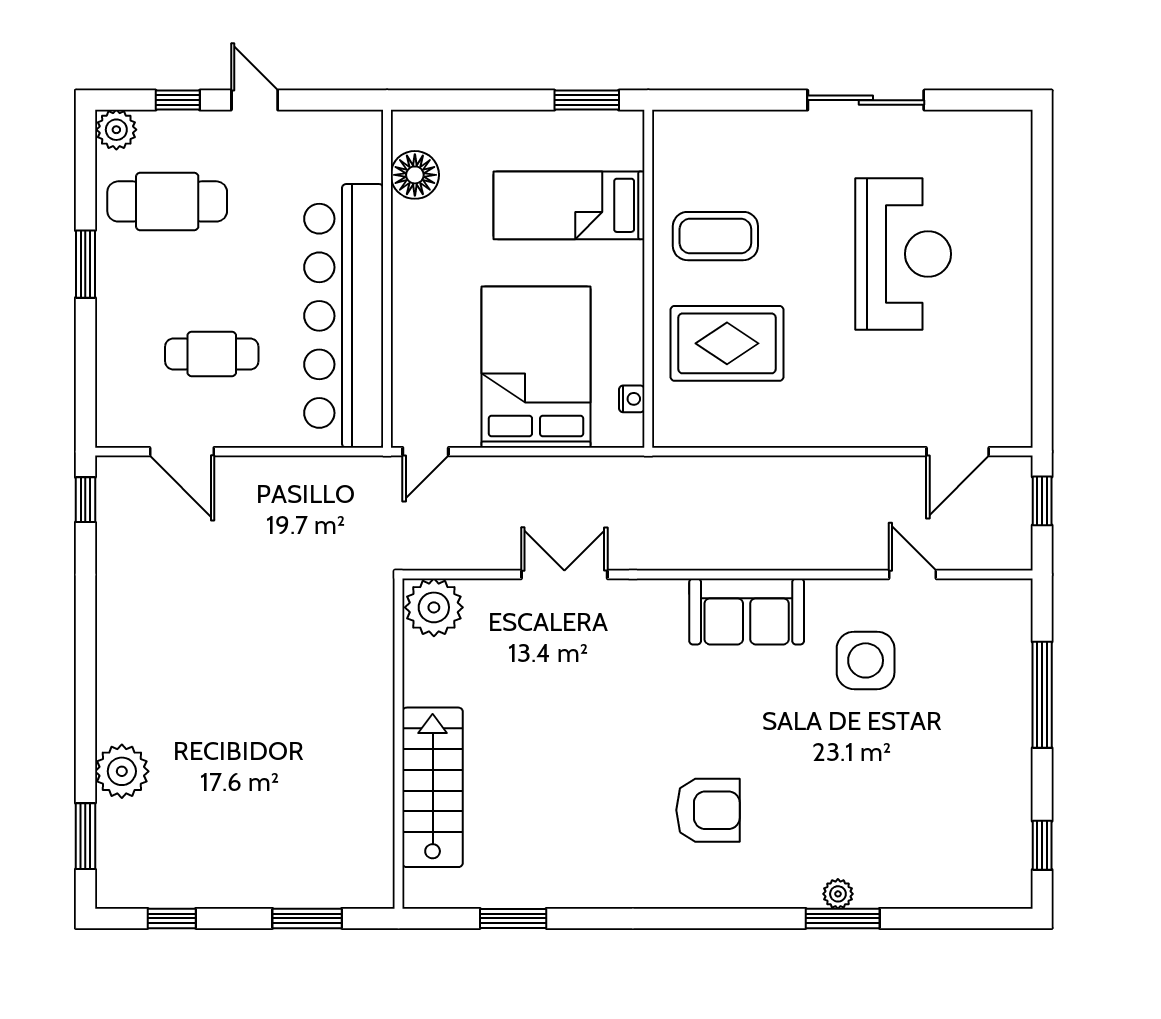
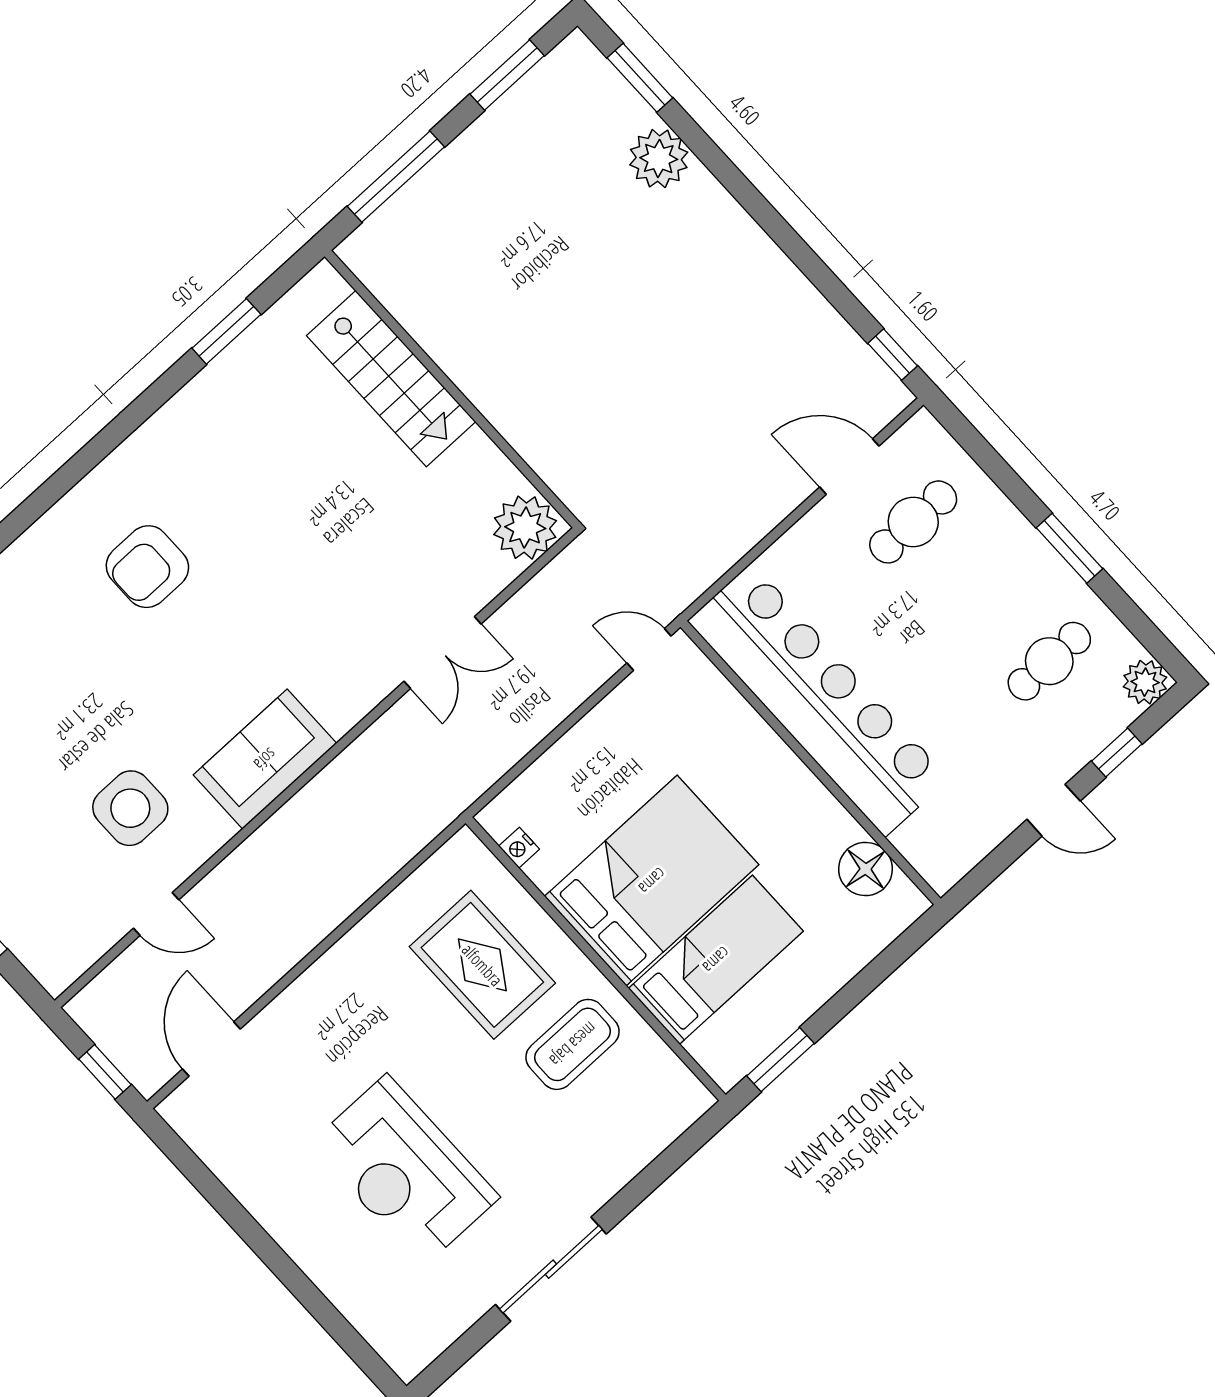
cafe table: (167, 201) -> (1049, 661), width x0.73, depth x0.74
rug: (727, 343) -> (482, 965), turned 90
cafe table: (212, 354) -> (913, 522), moved
bed: (536, 367) -> (652, 881), moved, turned -90
door: (426, 452) -> (649, 649), hinge flipped
window: (172, 918) -> (507, 75), width x1.50
window: (307, 918) -> (396, 177), width x1.44

